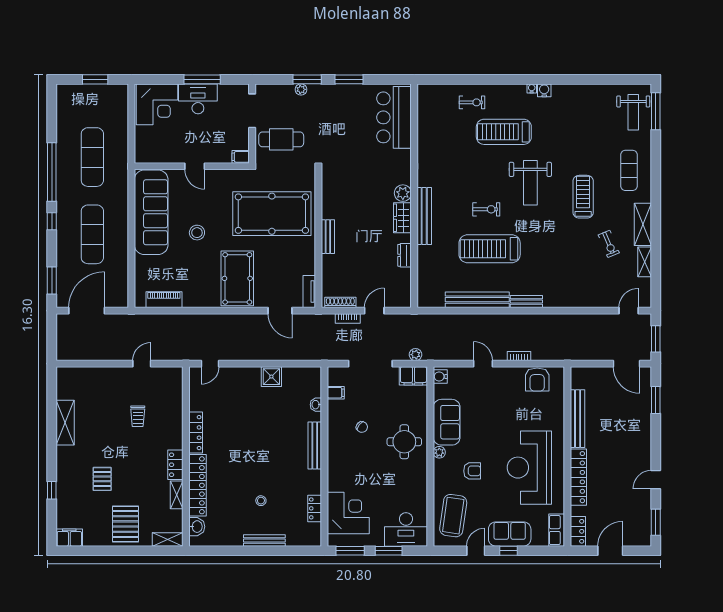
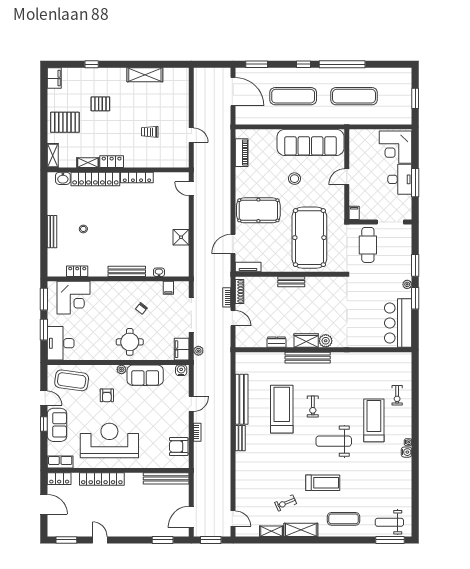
plant: (301, 89) -> (407, 284), moved
bar counter: (394, 117) -> (398, 323), moved, turned -90
bench: (578, 419) -> (166, 478), moved

